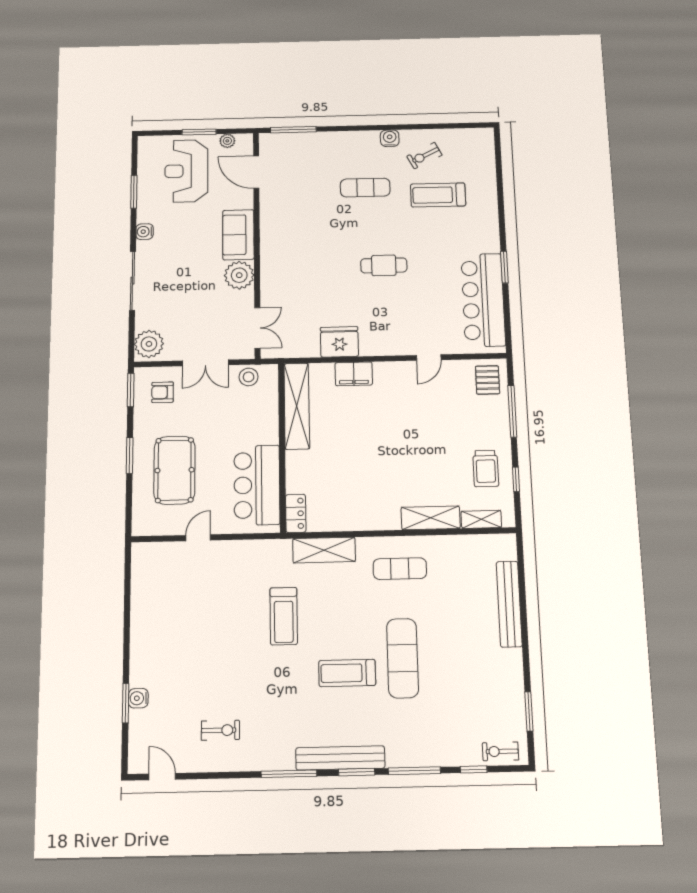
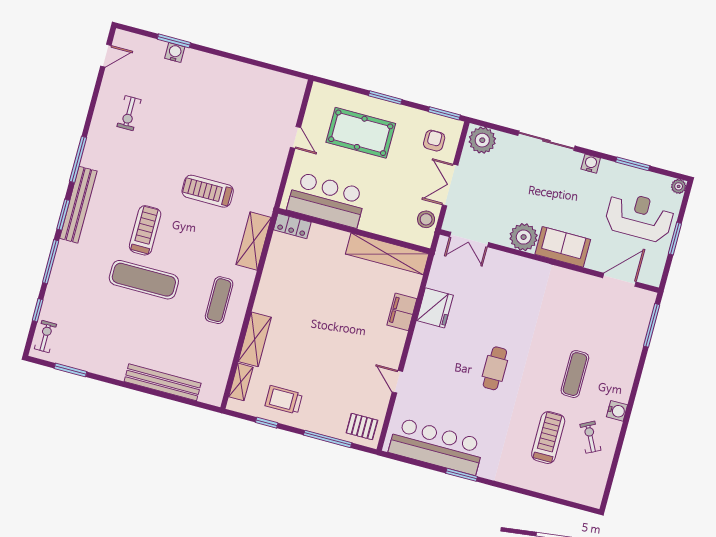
plant: (227, 141) -> (679, 186), moved

